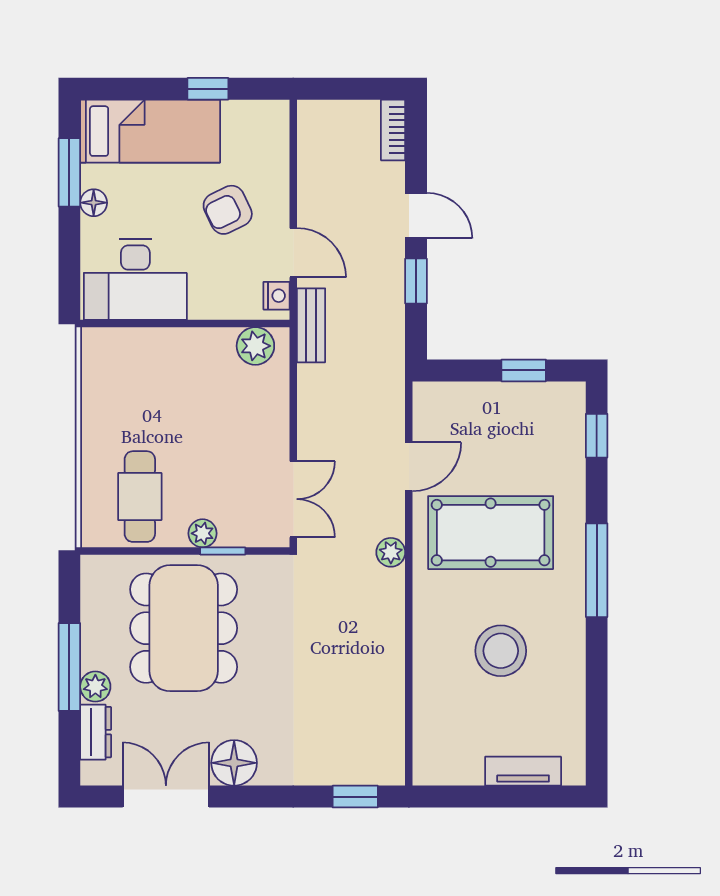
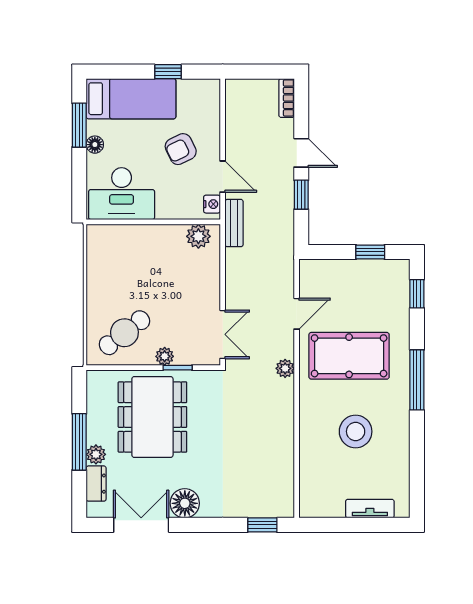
cafe table: (140, 497) -> (124, 333), turned 52

